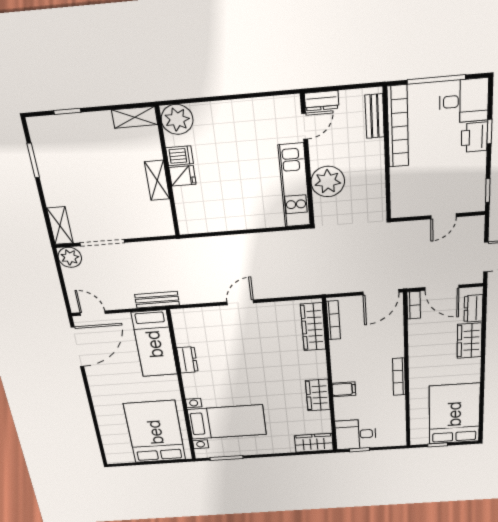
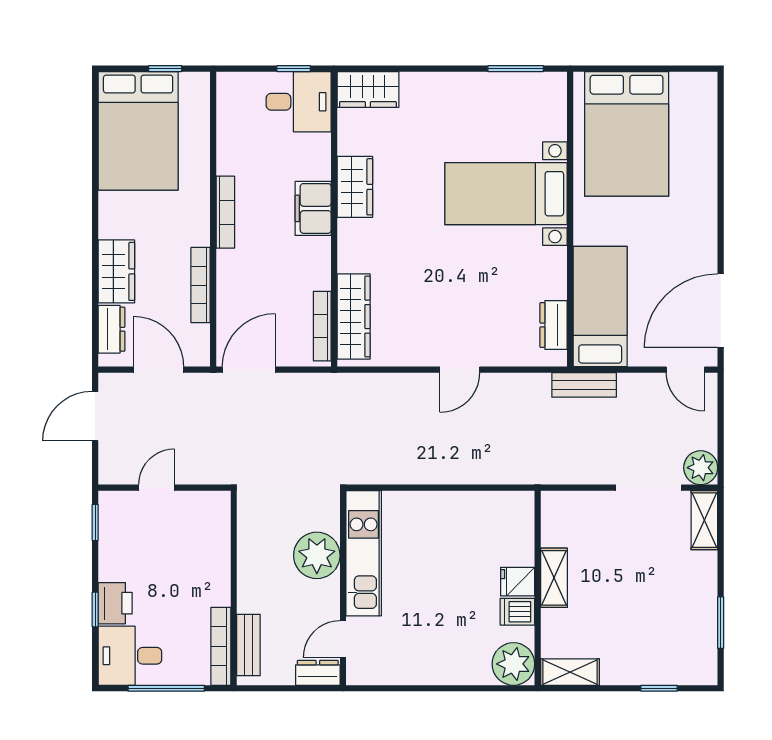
bookcase: (398, 127) -> (221, 646), width x0.68, depth x0.76
bookcase: (414, 305) -> (201, 285), moved, width x1.56
dresser: (187, 360) -> (554, 325), moved
filing cabinet: (344, 389) -> (313, 208), width x2.00
bed with nightstands: (227, 422) -> (506, 194), moved

